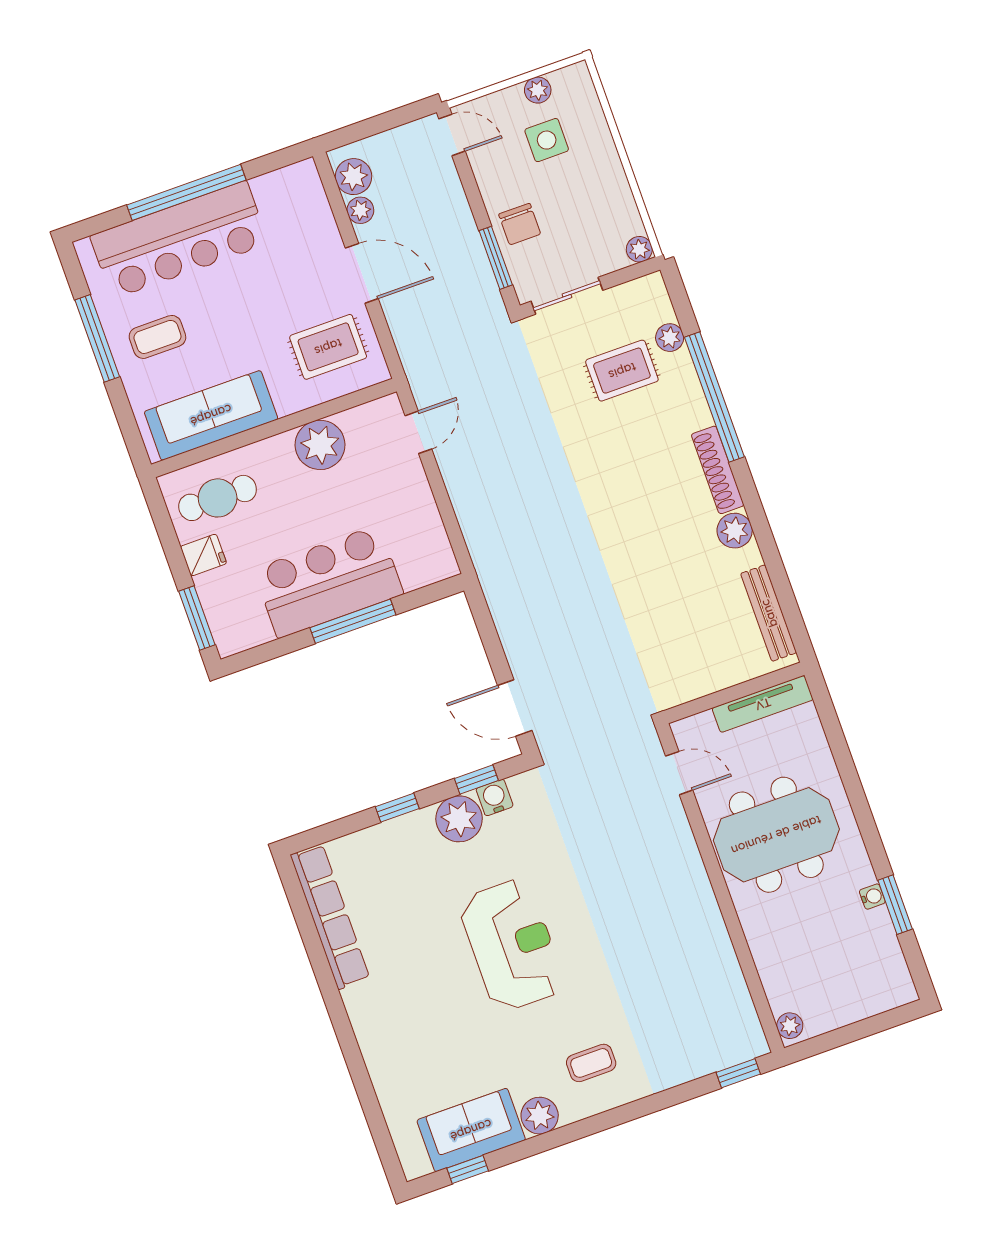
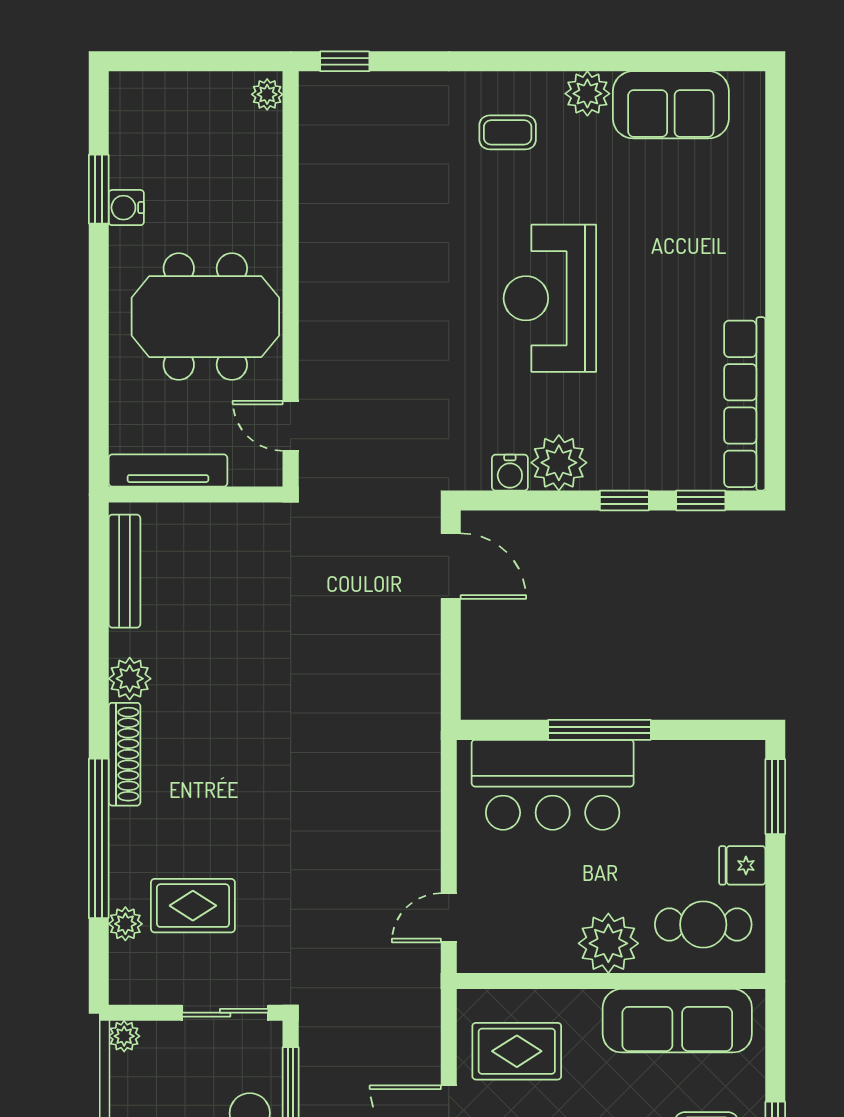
plant: (320, 445) -> (608, 943), moved
bar counter: (328, 582) -> (553, 785), moved
window: (476, 779) -> (701, 500), moved
water cooler: (872, 897) -> (126, 208), width x1.38, depth x1.38
window: (468, 1170) -> (691, 61), removed

